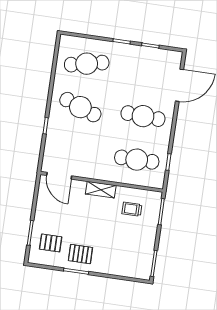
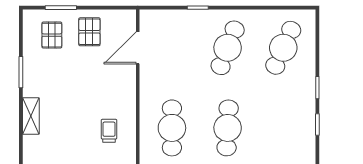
cafe table: (87, 64) -> (283, 48), turned 36
door: (59, 176) -> (138, 48), moved
shelving: (101, 190) -> (31, 116), moved
pallet: (80, 254) -> (89, 32), moved

